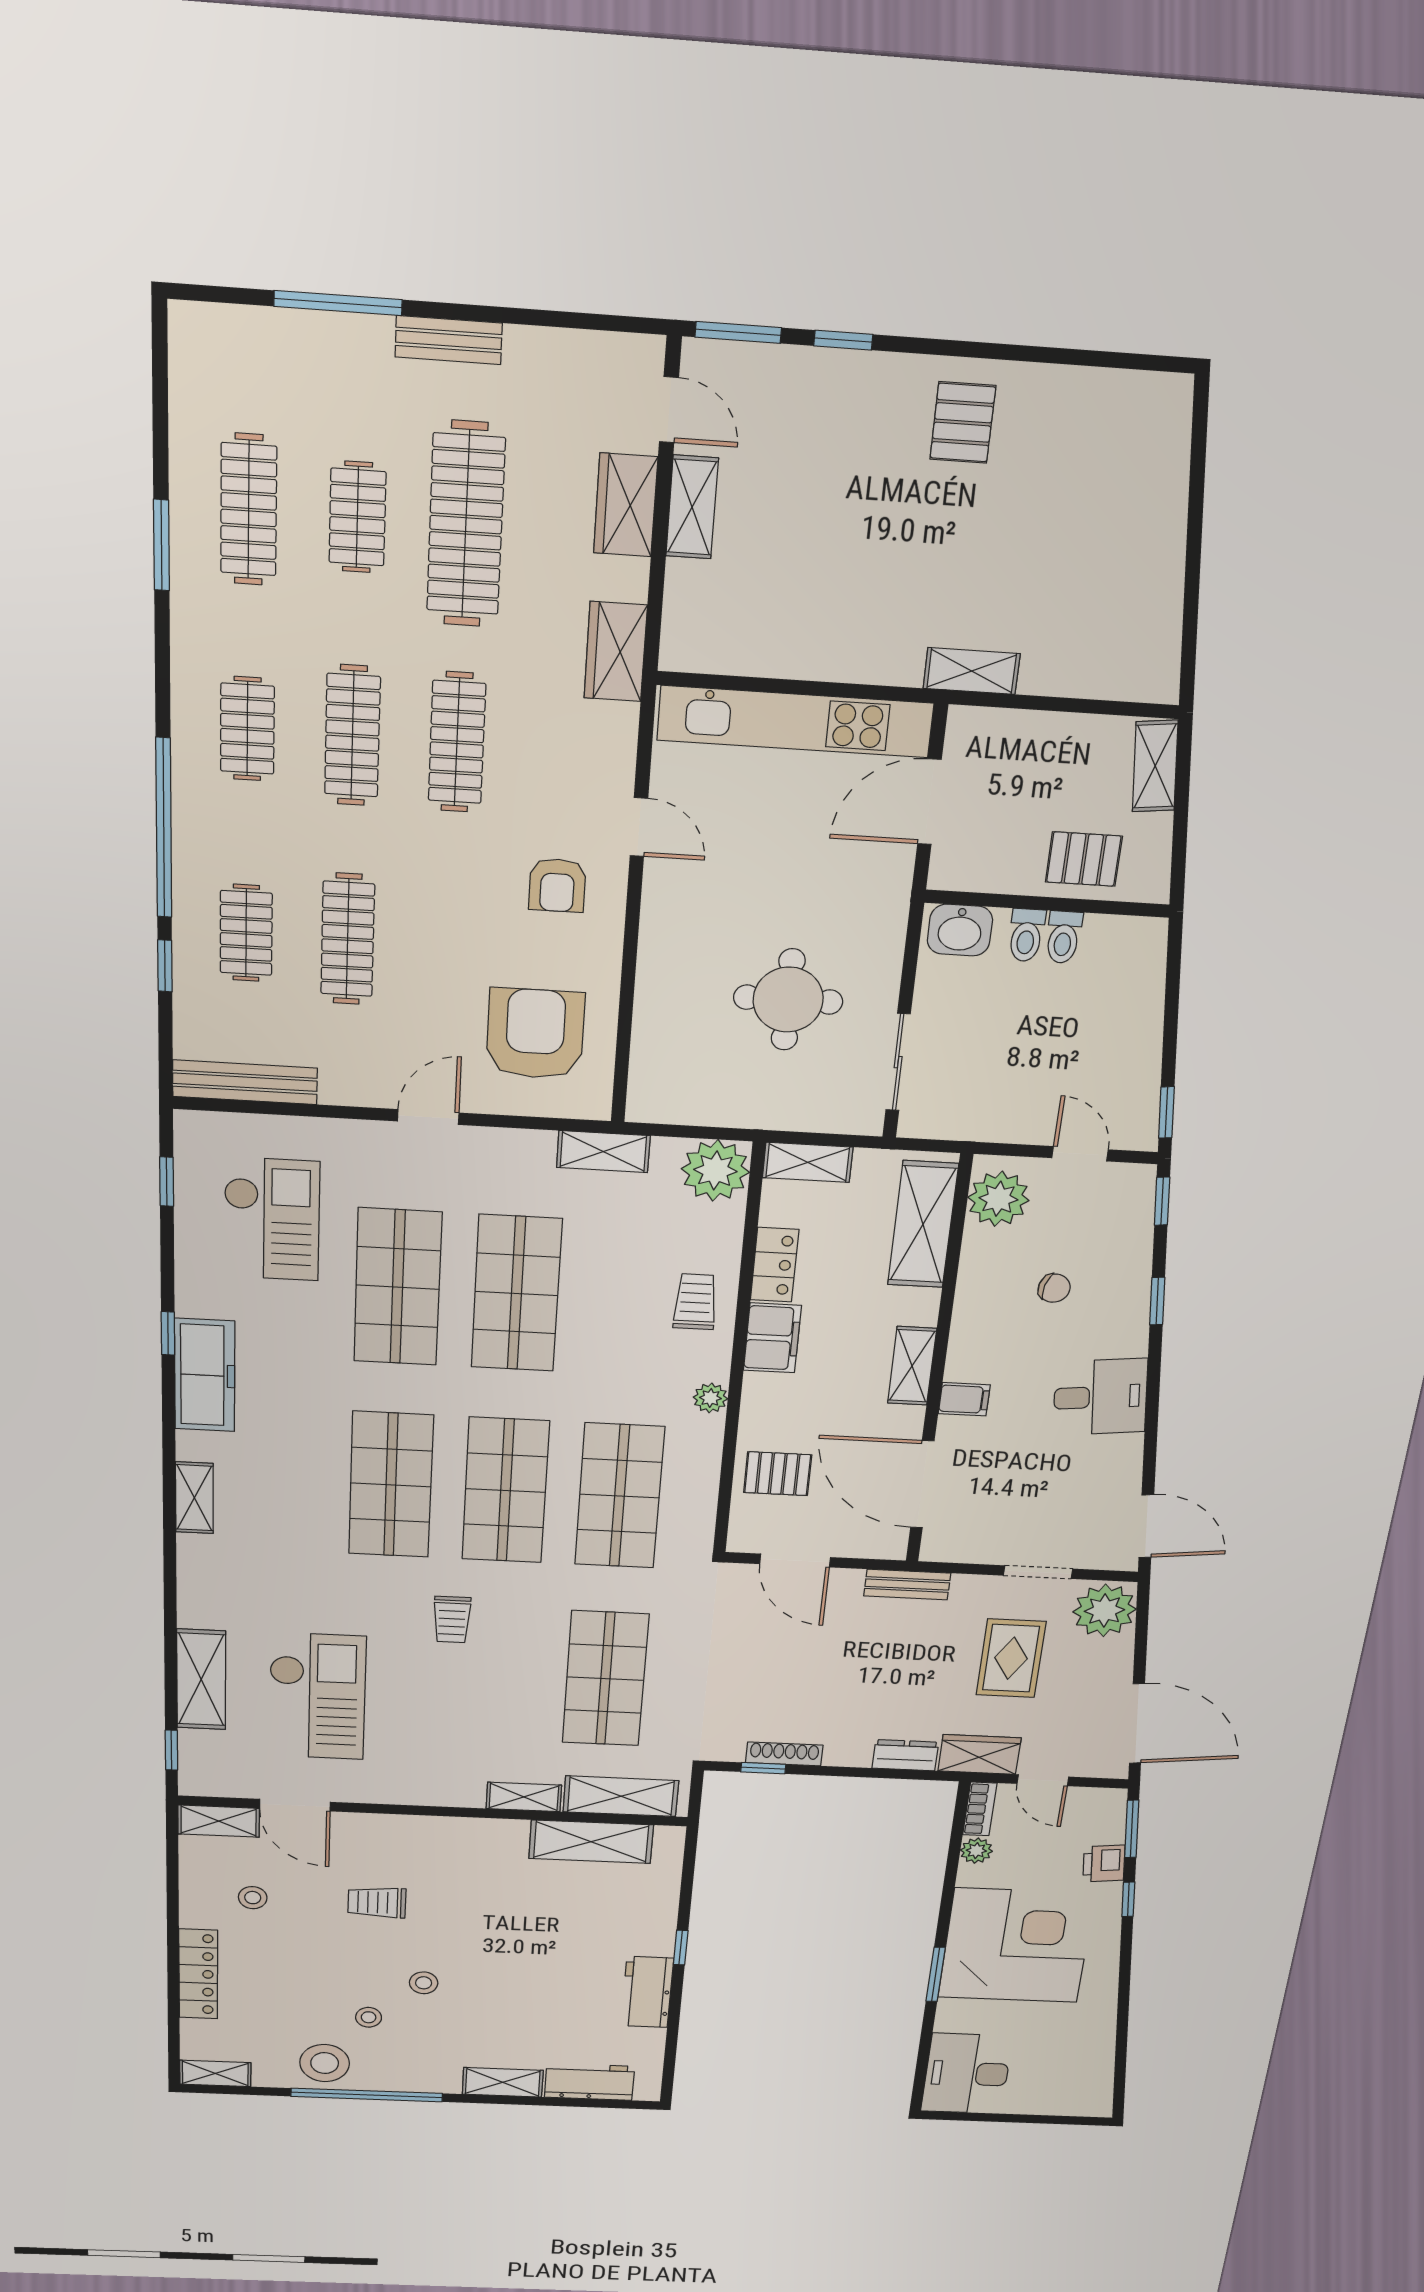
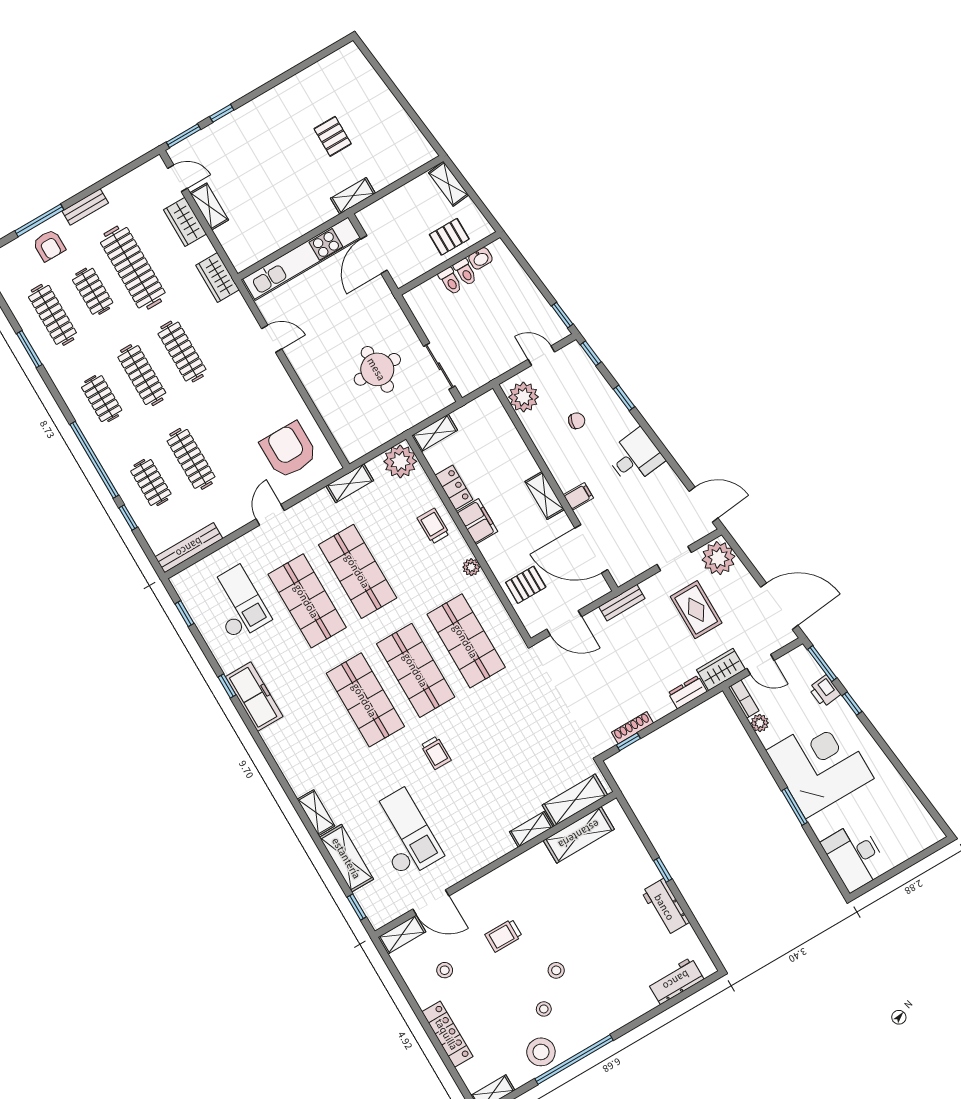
pallet: (963, 423) -> (333, 136), moved
armchair: (557, 885) -> (49, 245), moved
washbasin: (960, 930) -> (480, 258), moved, width x0.72, depth x0.69
shelving: (923, 1224) -> (501, 429), removed
shelving: (194, 1498) -> (316, 813), moved
shop shelf: (605, 1679) -> (524, 740), removed
shelving: (503, 2082) -> (634, 1009), removed

